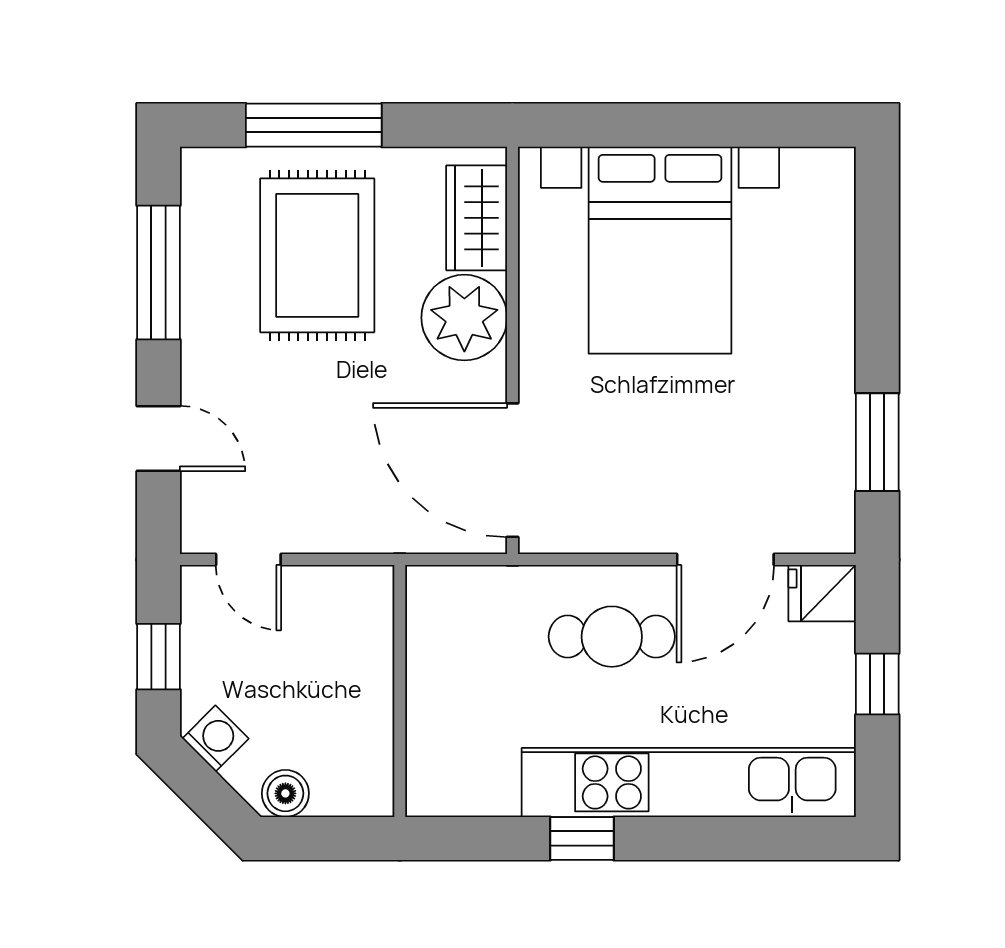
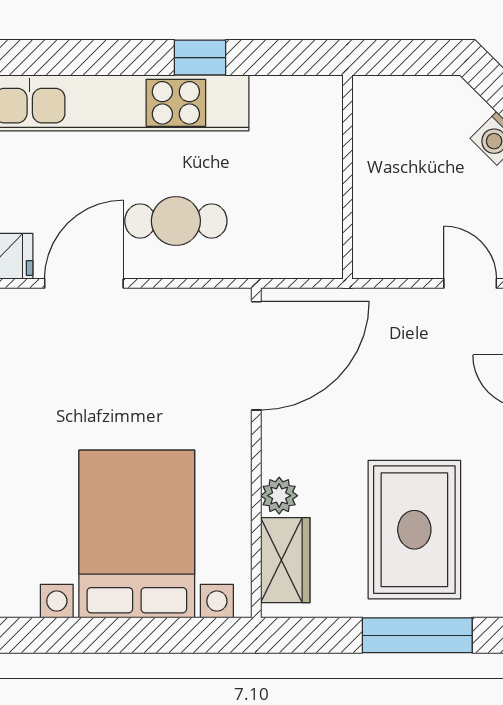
plant: (464, 318) -> (279, 496), width x0.53, depth x0.53
door: (512, 470) -> (256, 356), hinge flipped
boiler: (285, 793) -> (440, 94), removed

